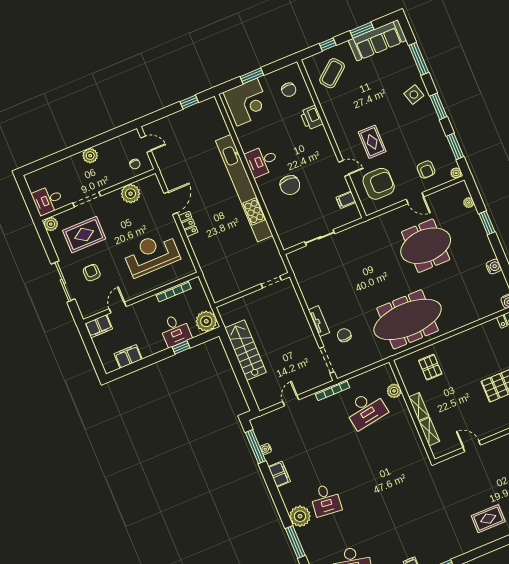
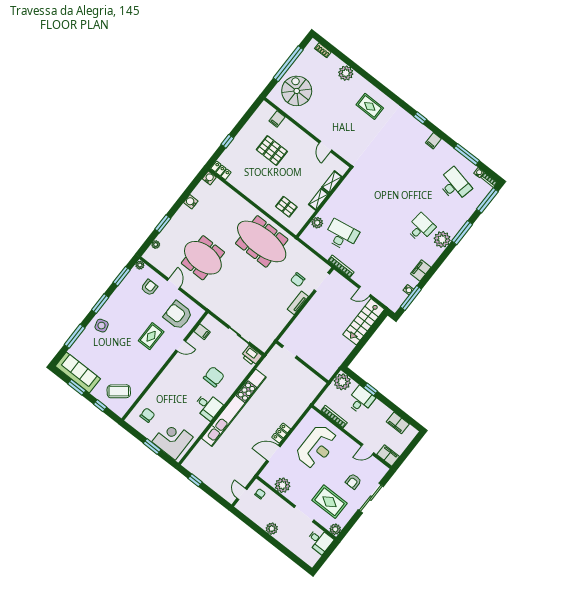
printer: (311, 118) -> (252, 356), moved, turned 90
door: (344, 168) -> (181, 346), swing flipped
reception desk: (151, 254) -> (317, 447), turned -90
stairs: (246, 350) -> (364, 322), moved
pallet: (430, 367) -> (286, 207), turned 90

